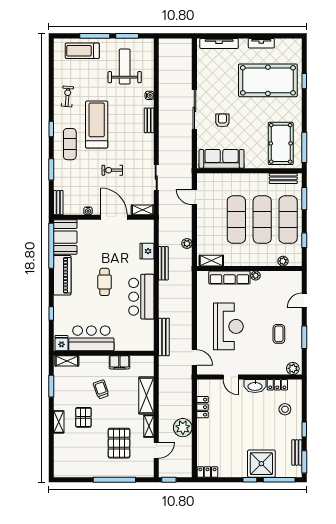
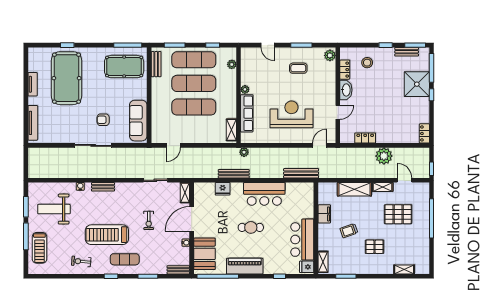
booth: (65, 237) -> (204, 254), moved, turned 90
plant: (187, 243) -> (244, 152), moved
shelving: (59, 422) -> (404, 269), moved

